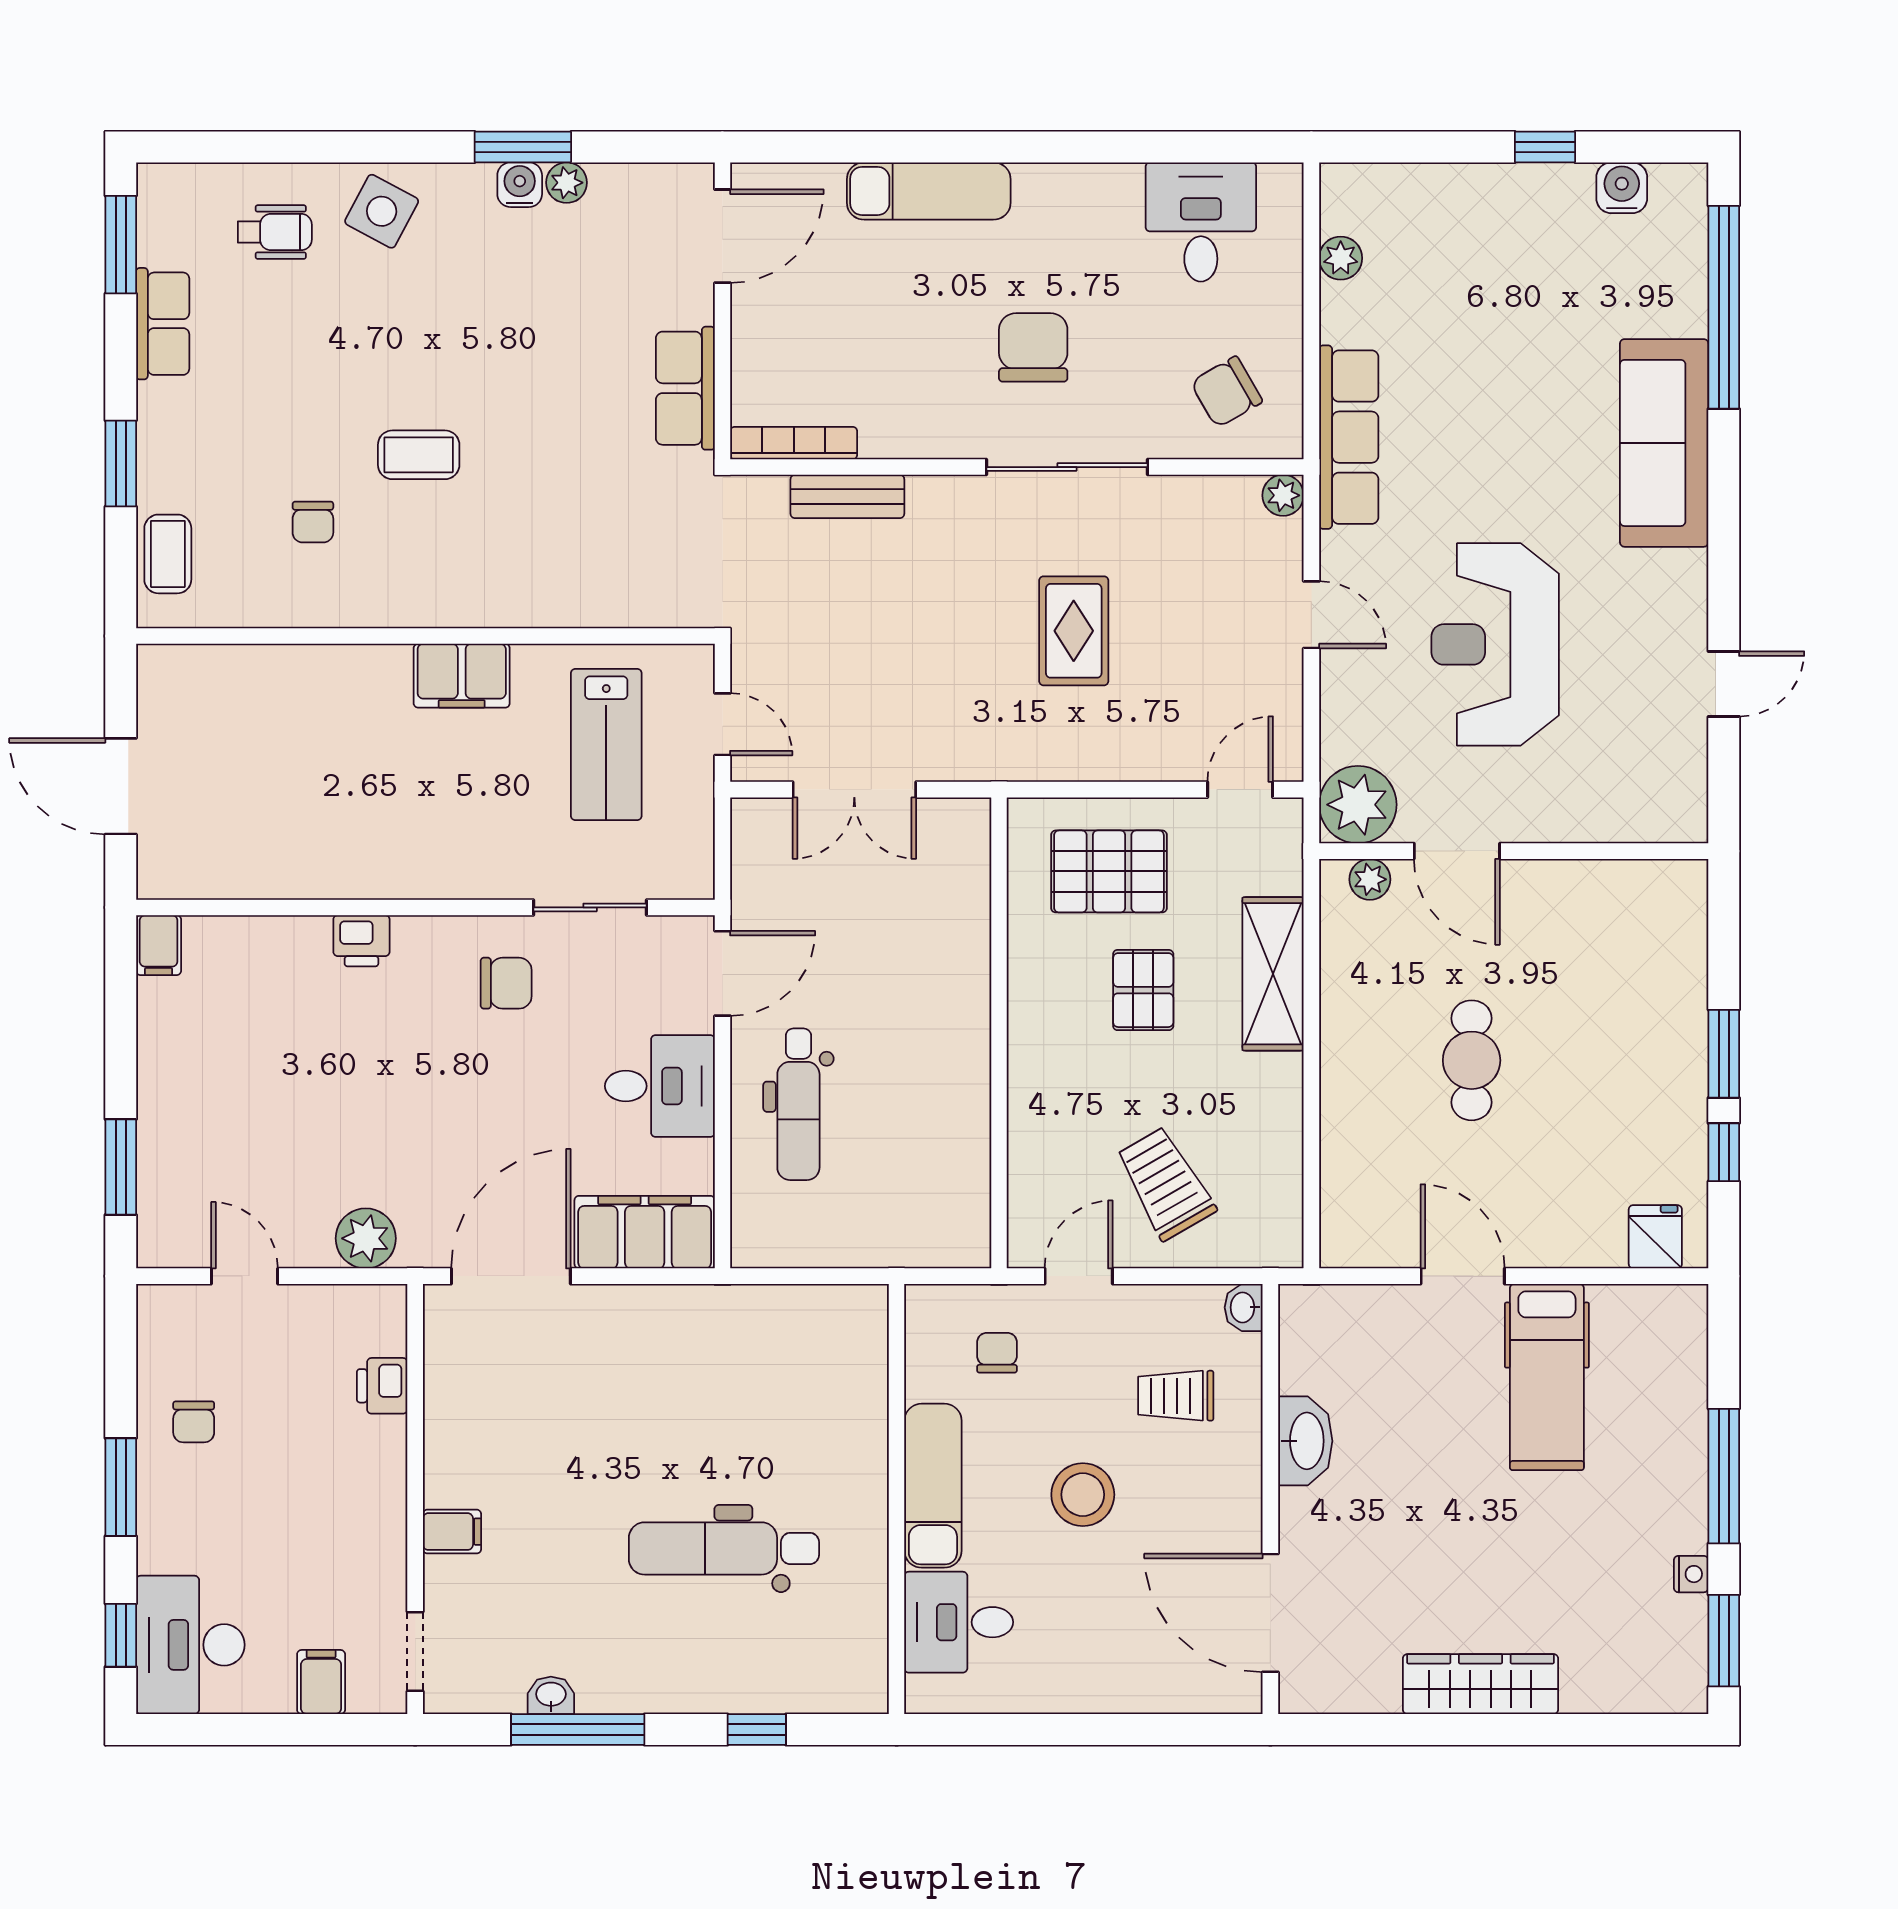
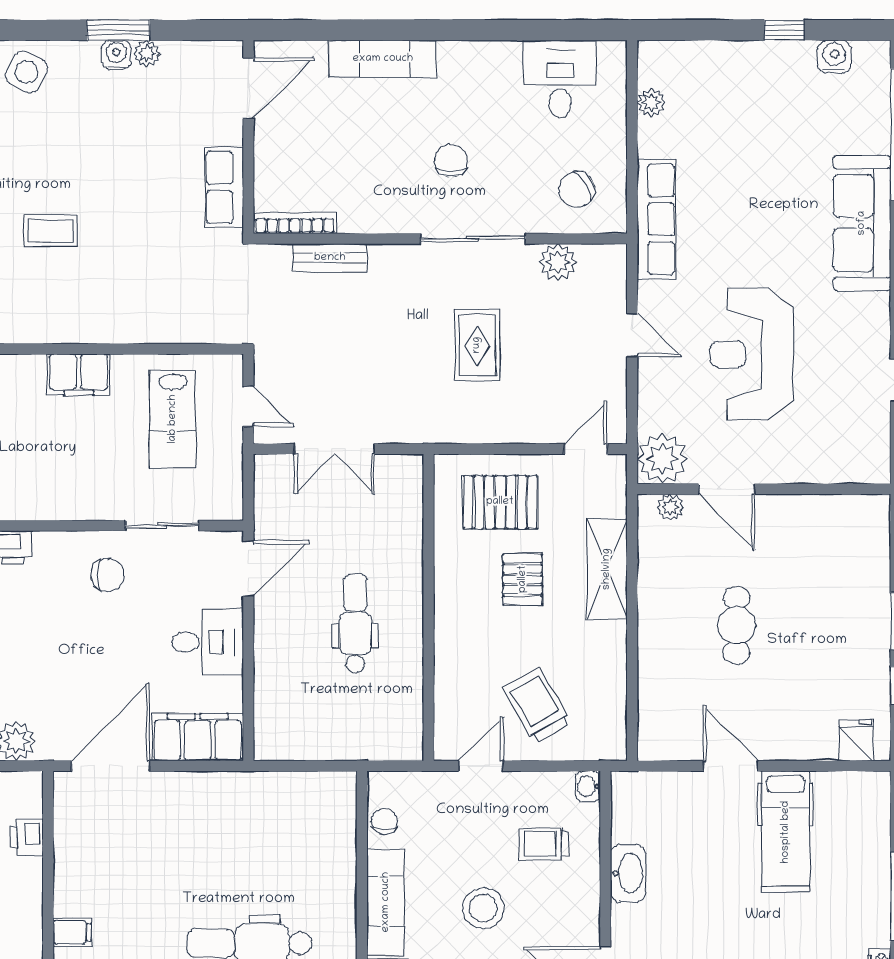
chair: (1033, 347) -> (451, 161), width x0.73, depth x0.73
plant: (1283, 495) -> (558, 262), moved, width x1.38, depth x1.38
dental chair: (798, 1104) -> (355, 623), moved, turned 180
chair: (997, 1353) -> (384, 821), moved

